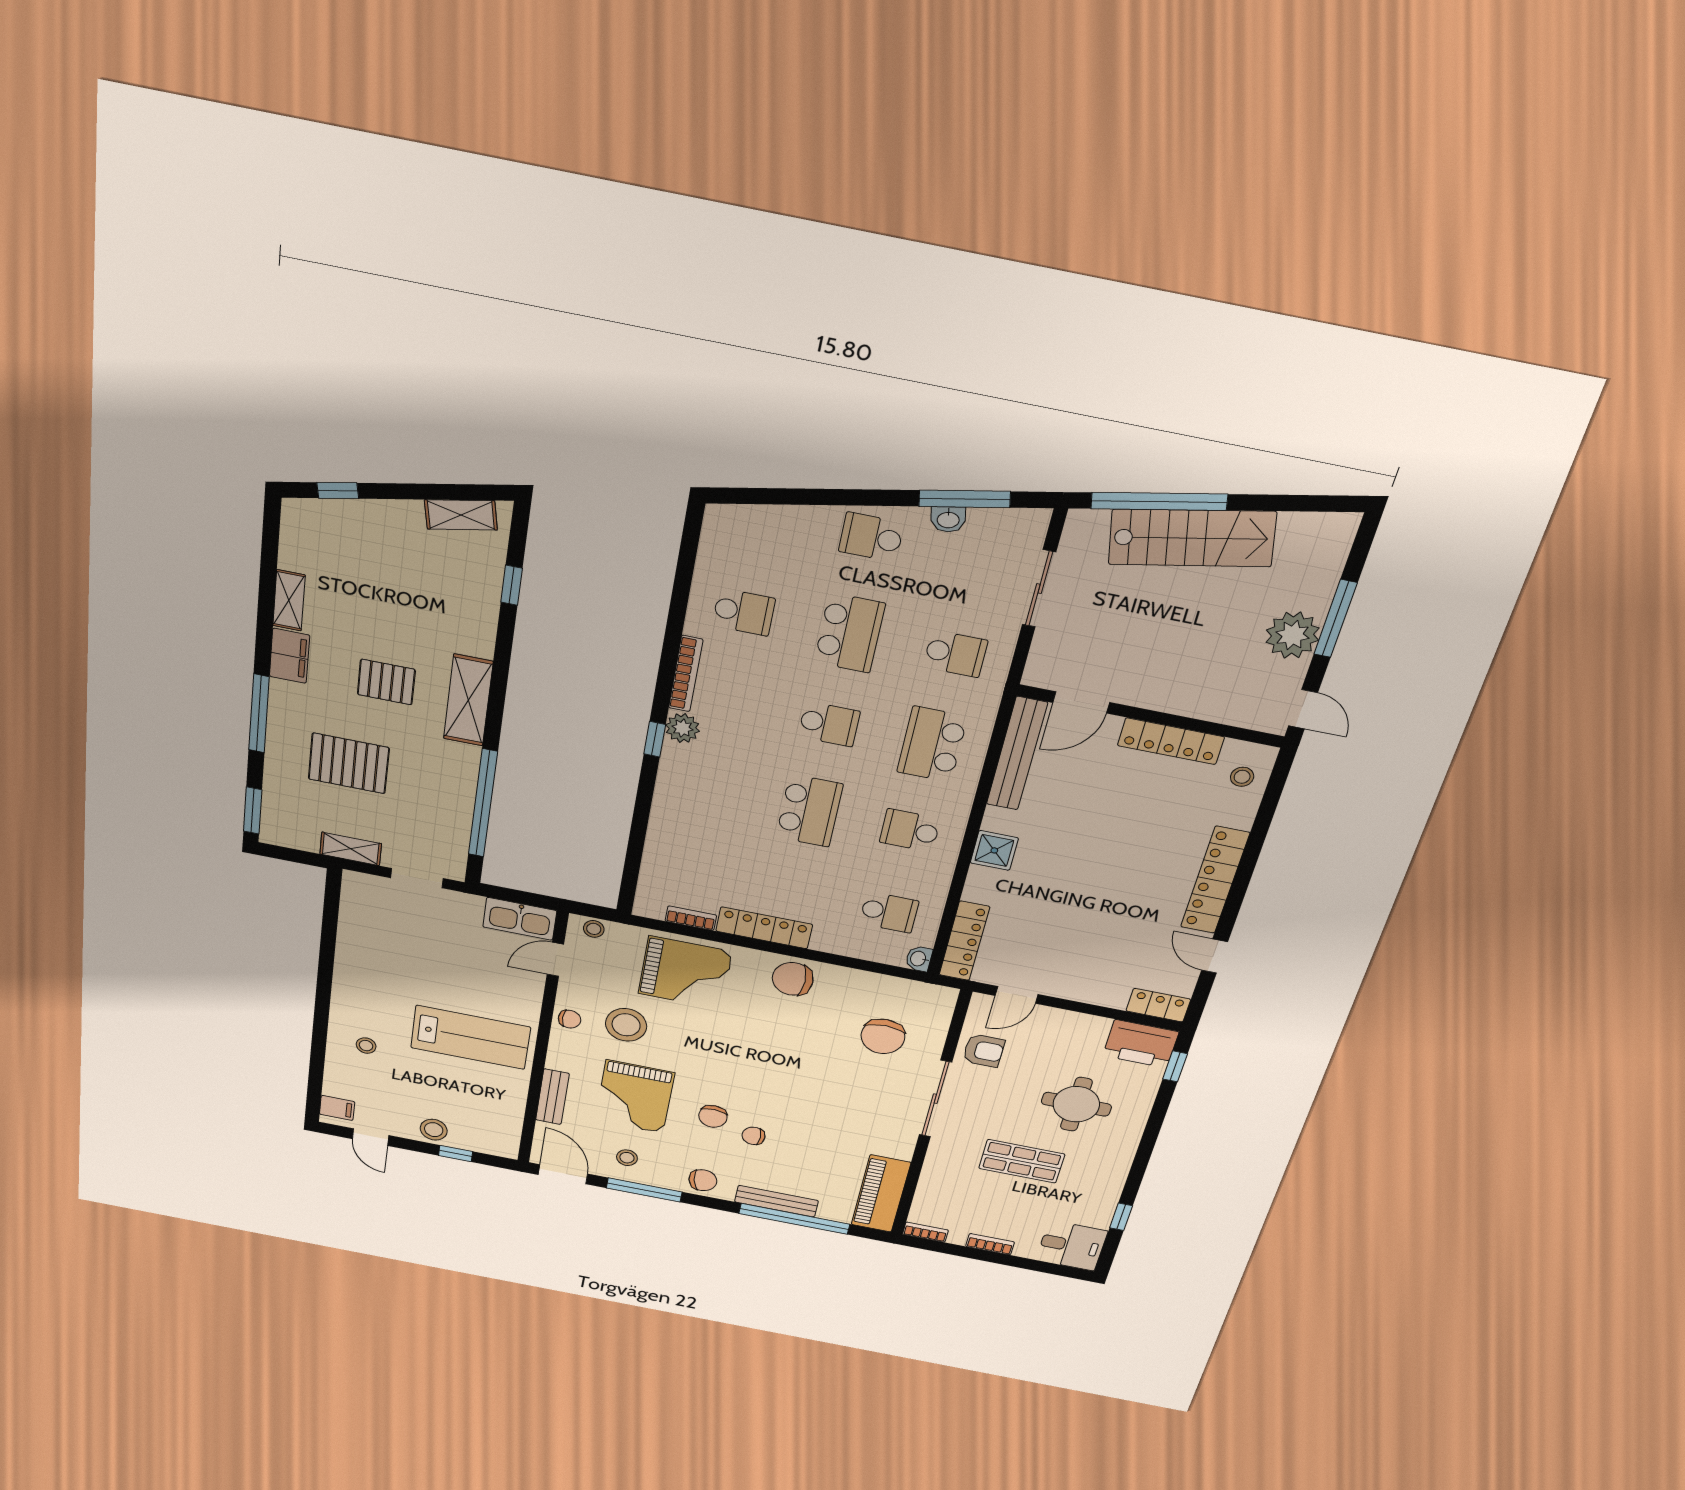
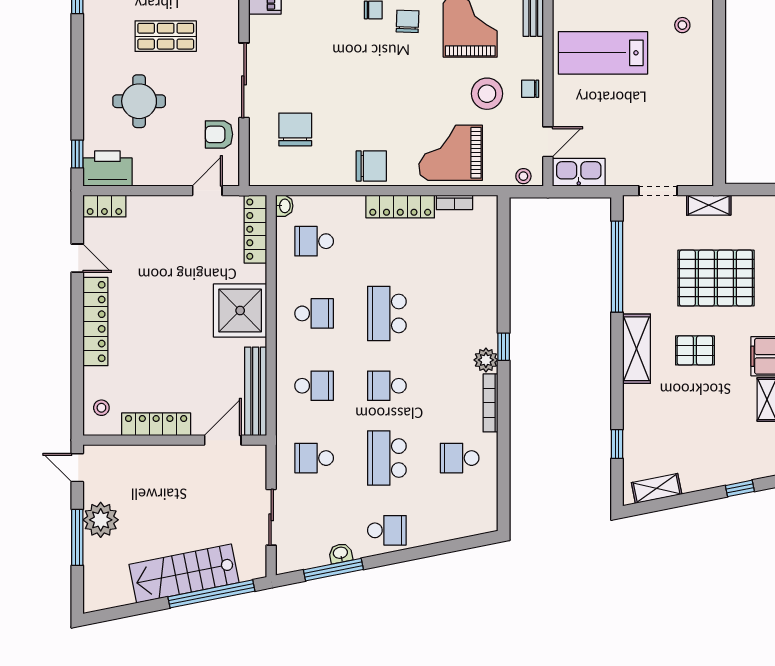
school desk: (932, 744) -> (314, 386), width x0.54
pallet: (349, 763) -> (716, 278), width x1.37, depth x1.41
shower: (994, 850) -> (240, 311), width x1.86, depth x1.86

